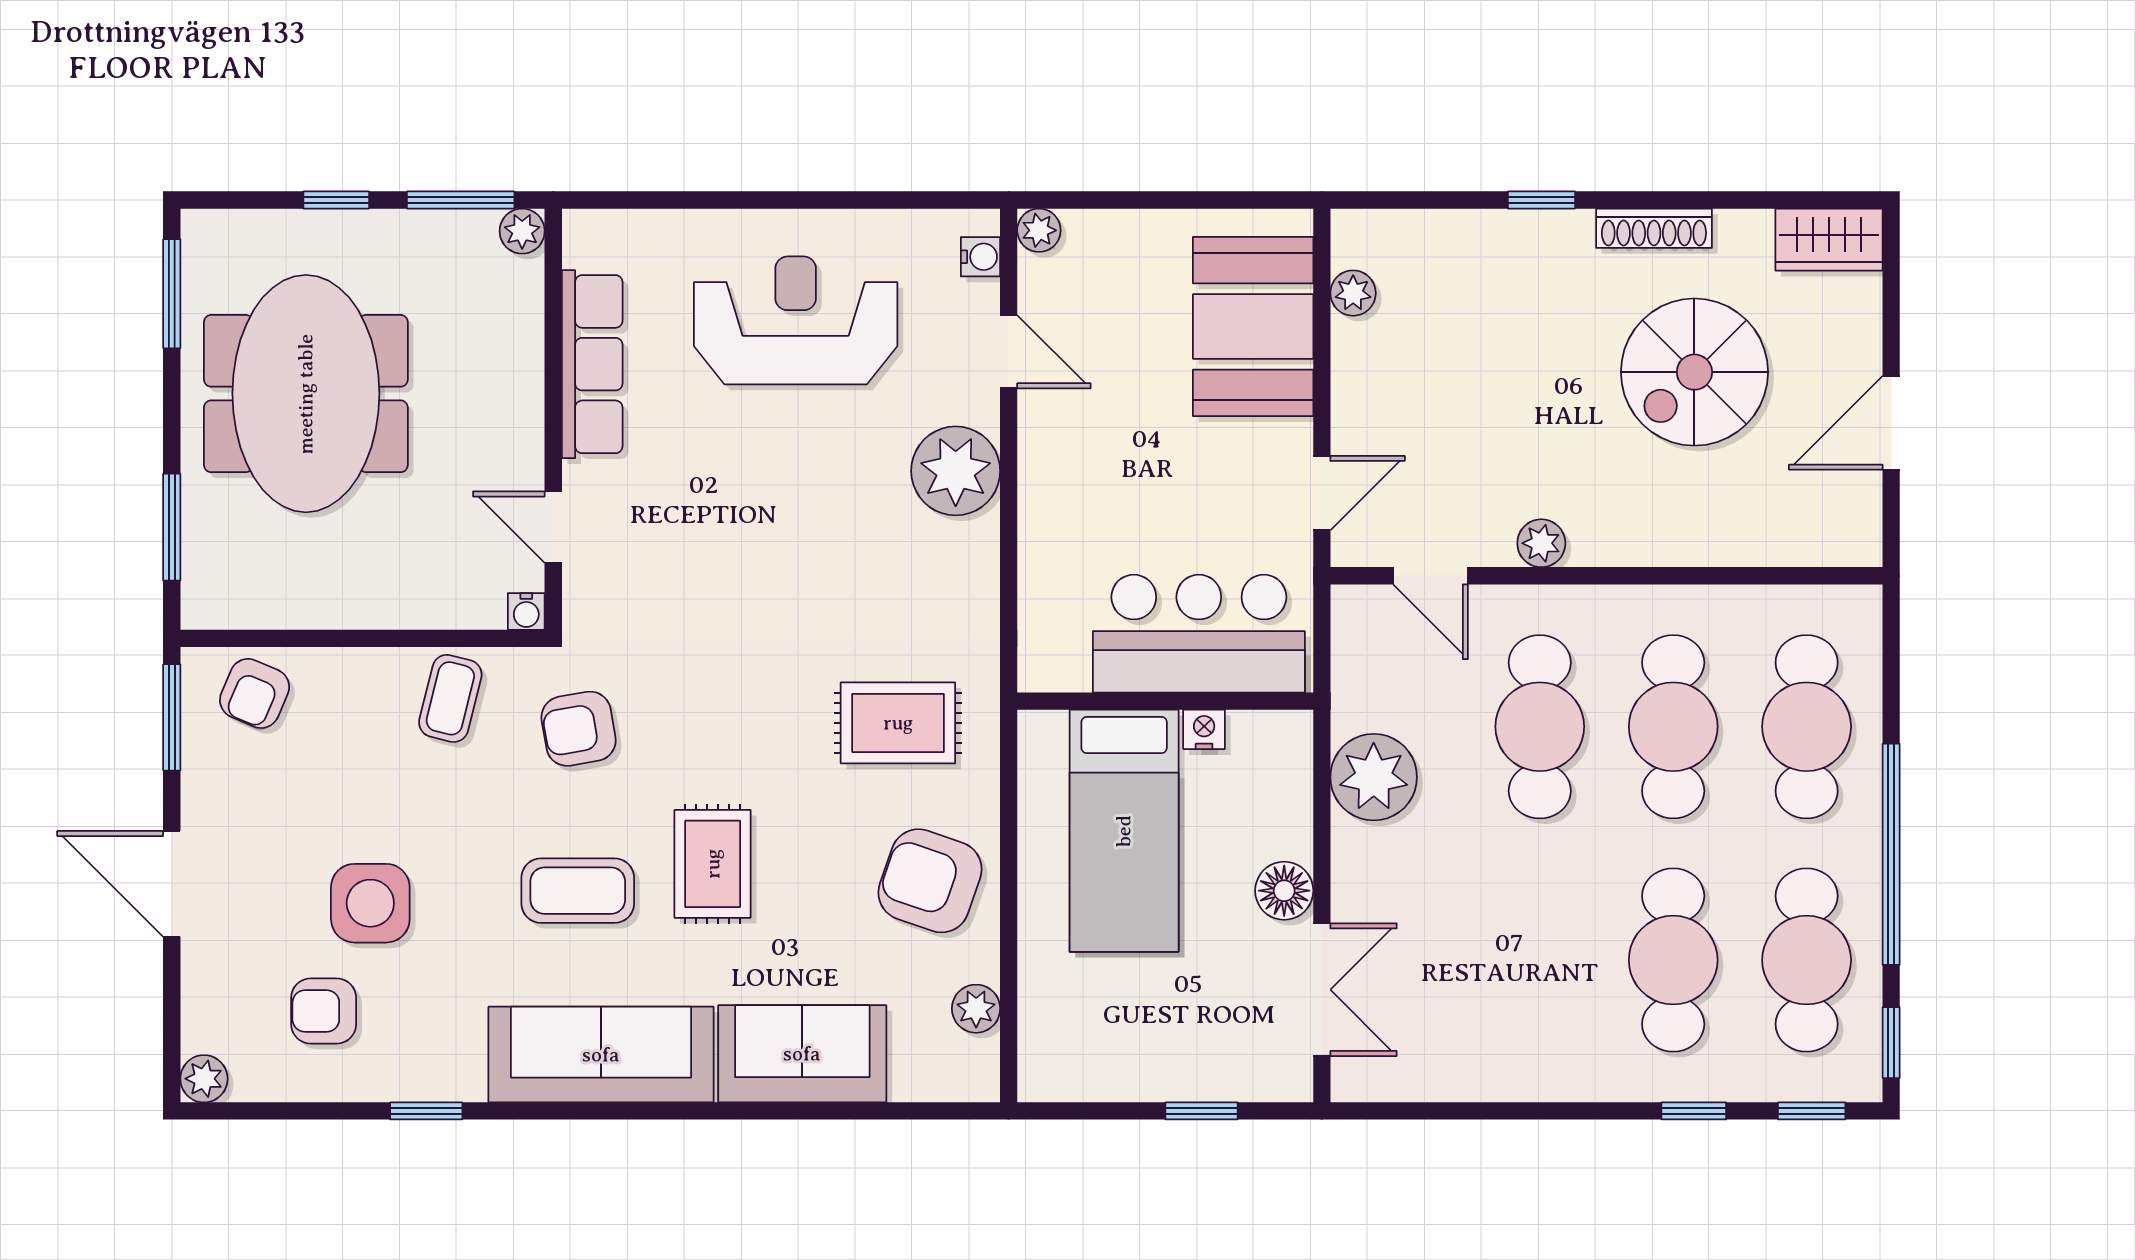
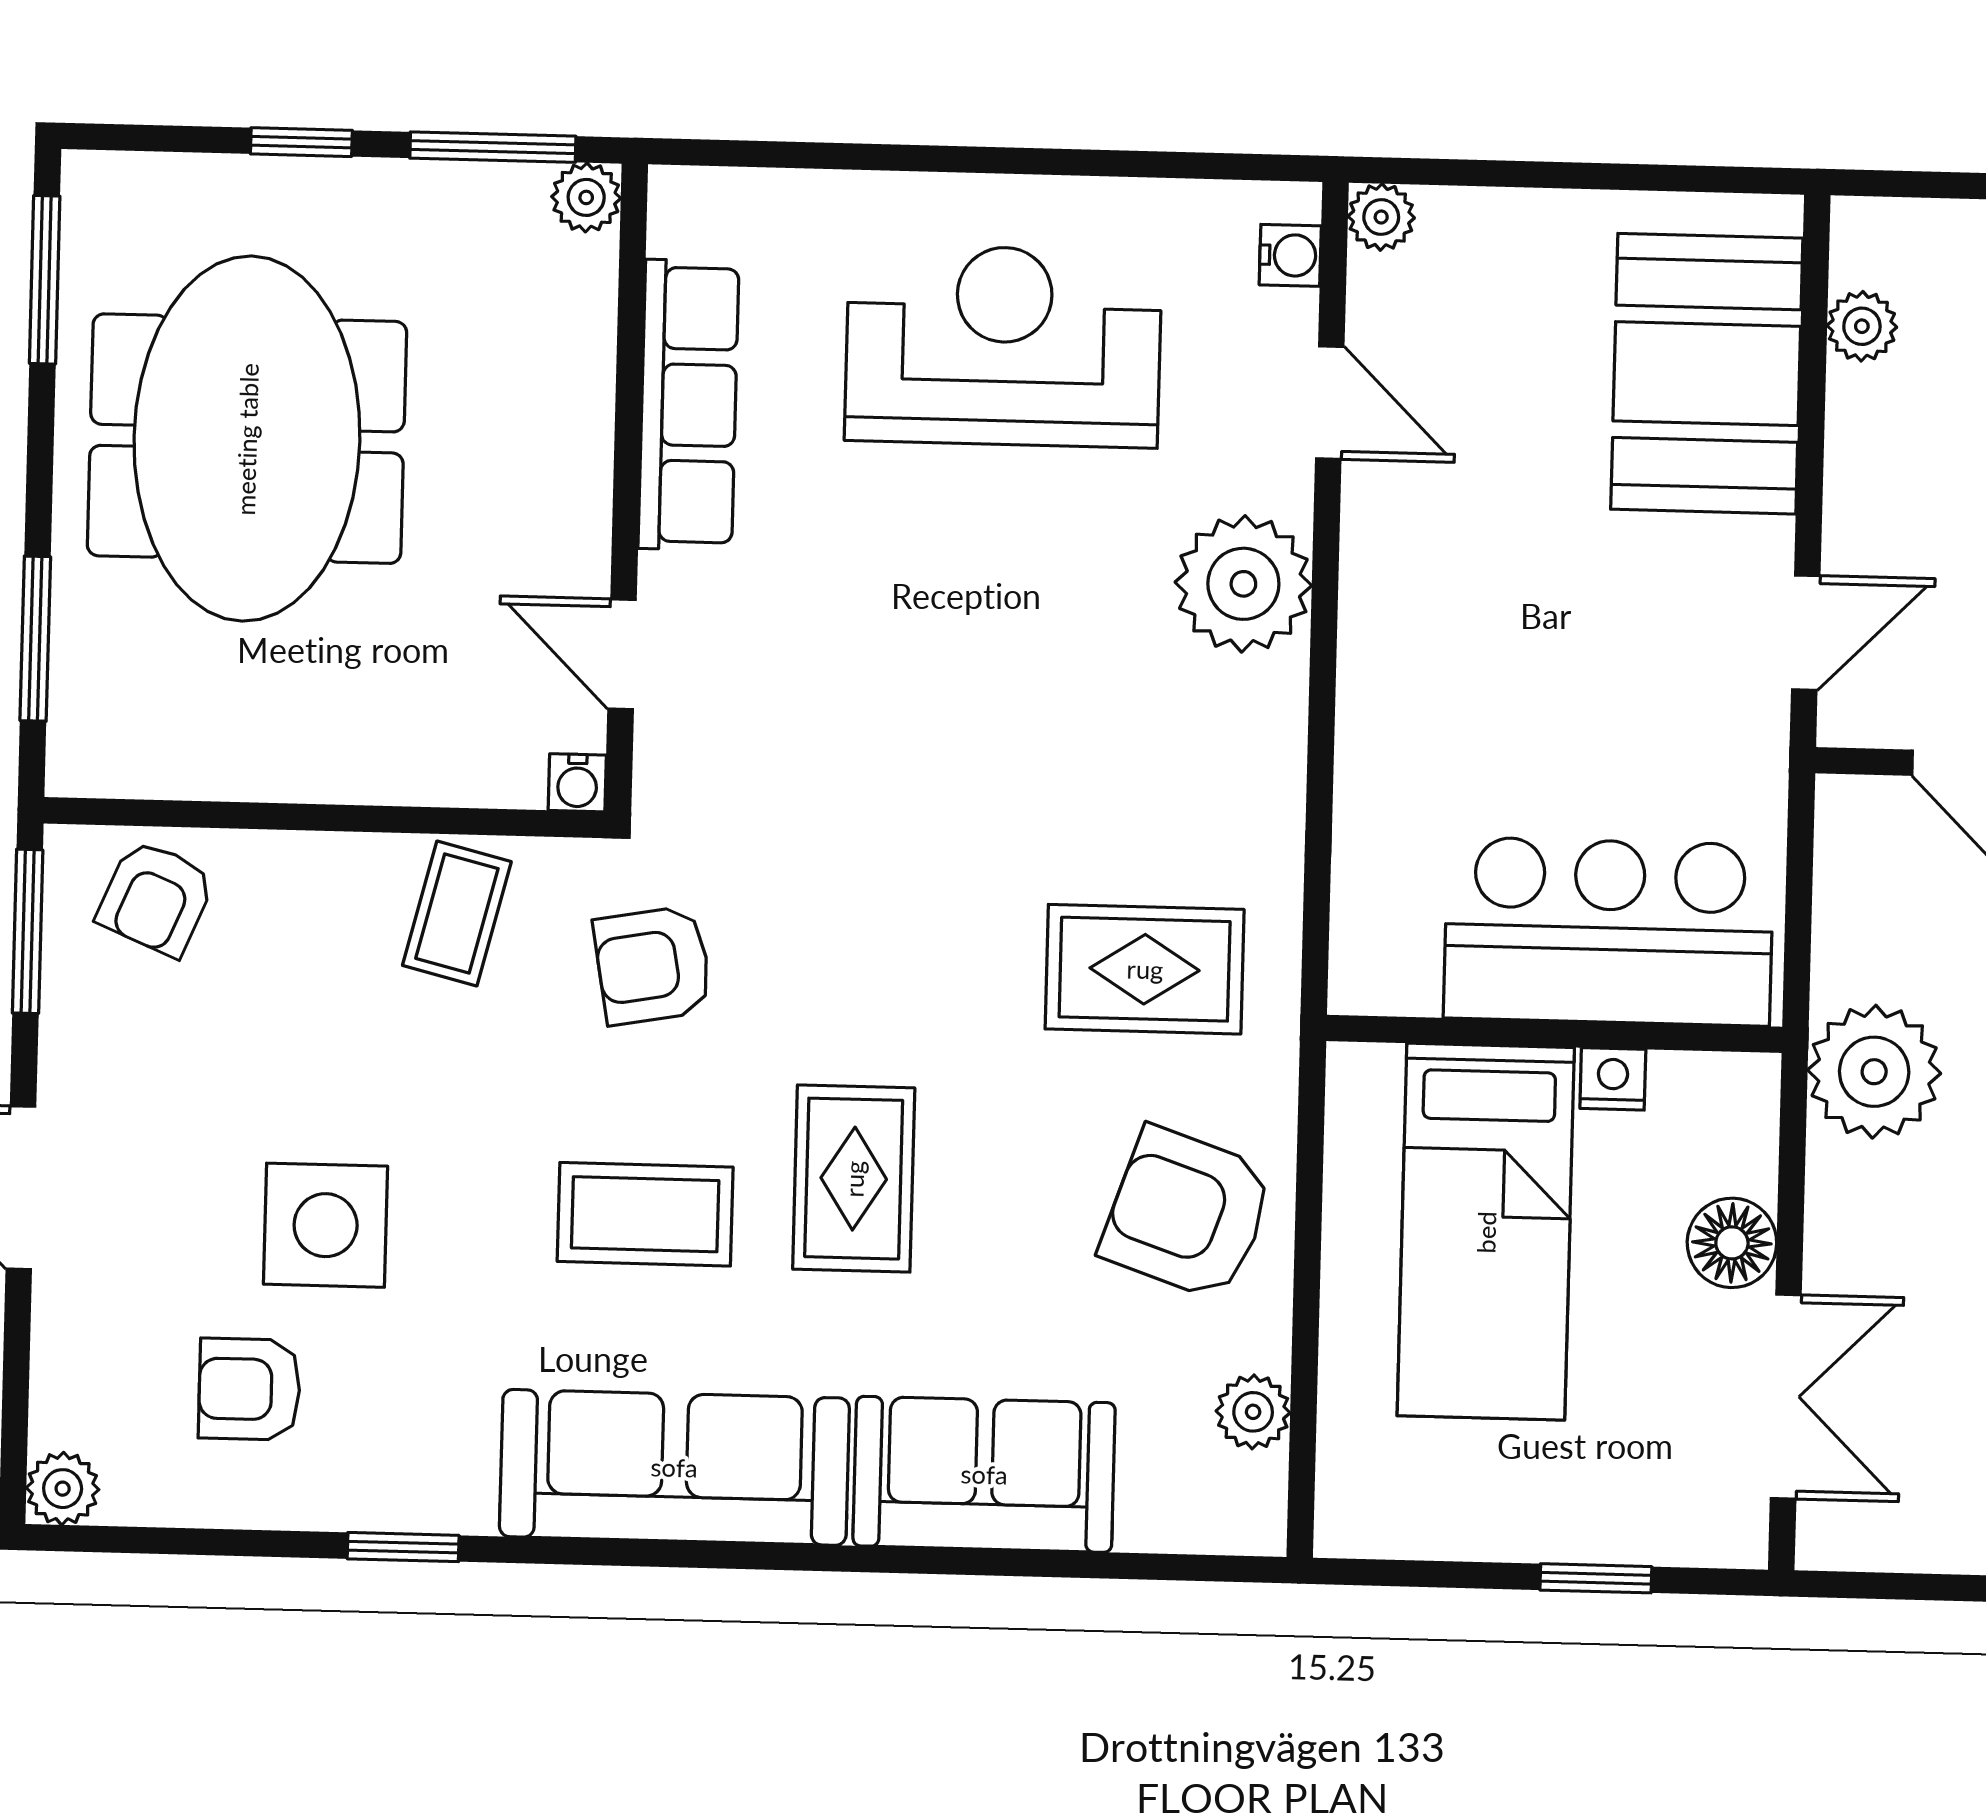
bar counter: (1199, 634) -> (1609, 931), moved
wall: (1165, 701) -> (1554, 1034), moved
nightstand: (1204, 729) -> (1613, 1079), moved
bed: (1124, 831) -> (1486, 1232), moved

